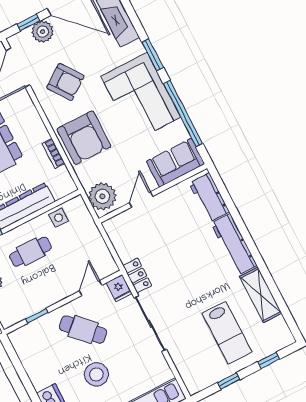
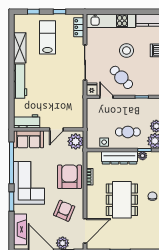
armchair: (65, 82) -> (64, 211), turned 59
workbench: (209, 197) -> (27, 121), moved, turned -90
locker: (137, 276) -> (79, 27), moved
door: (91, 288) -> (106, 97), swing flipped

